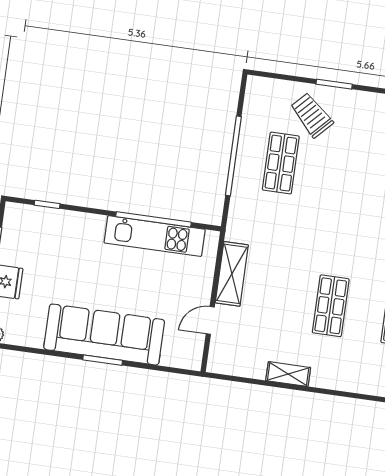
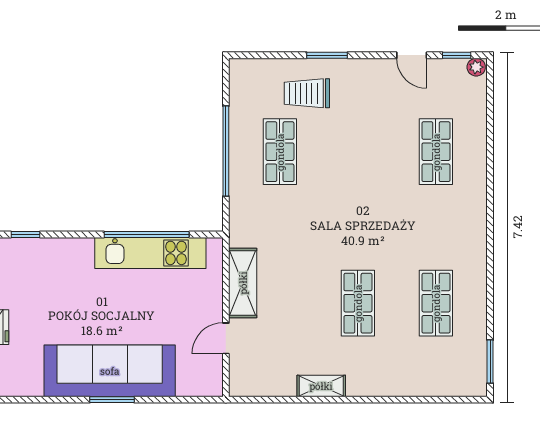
trolley: (312, 115) -> (307, 93), turned -44

